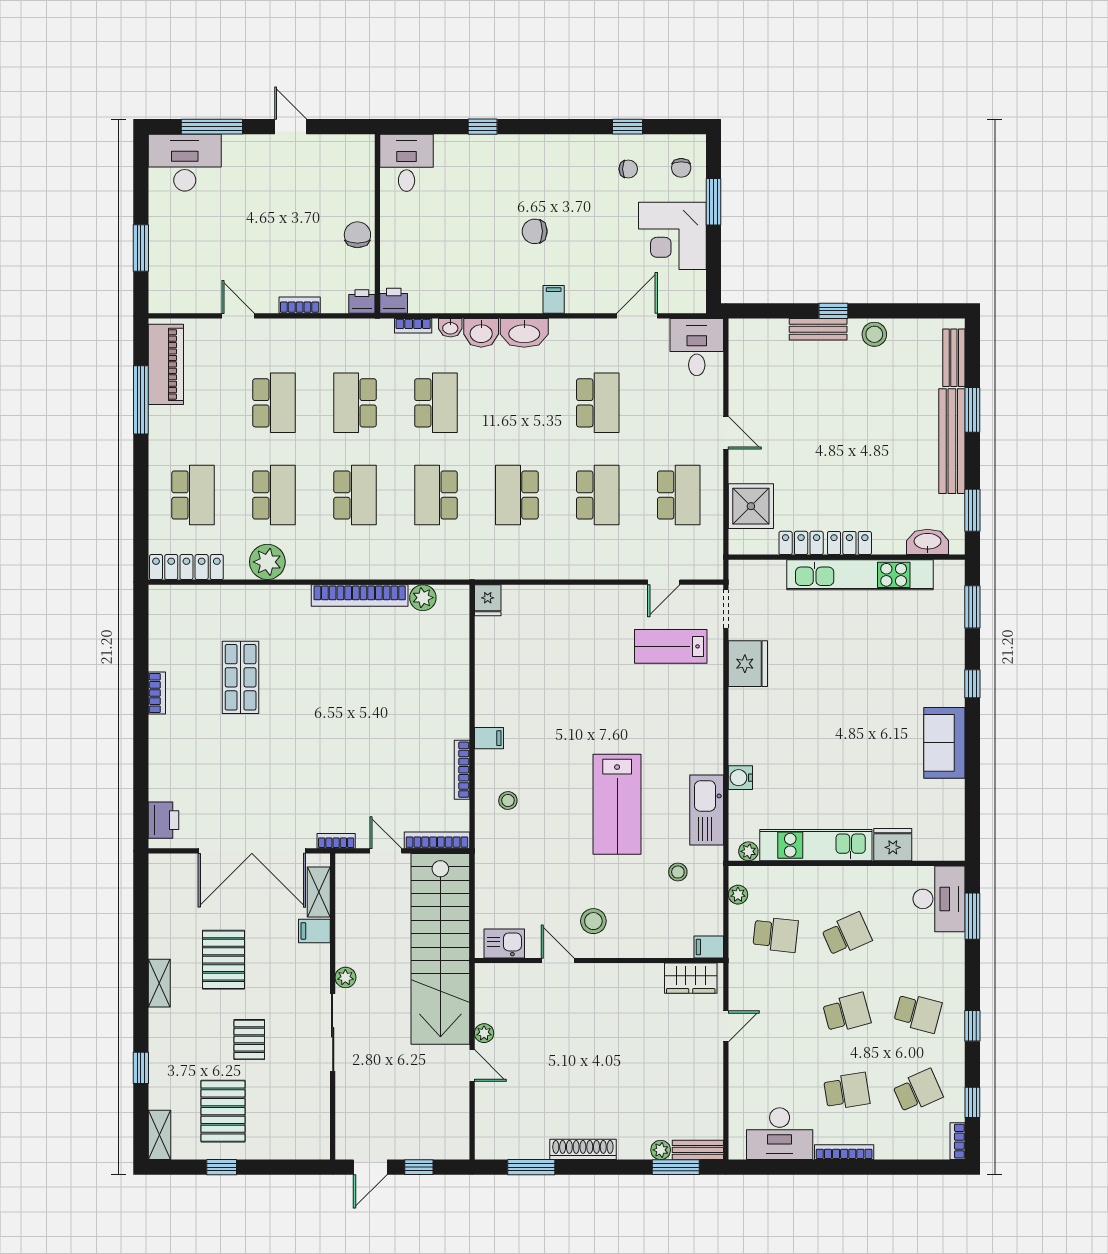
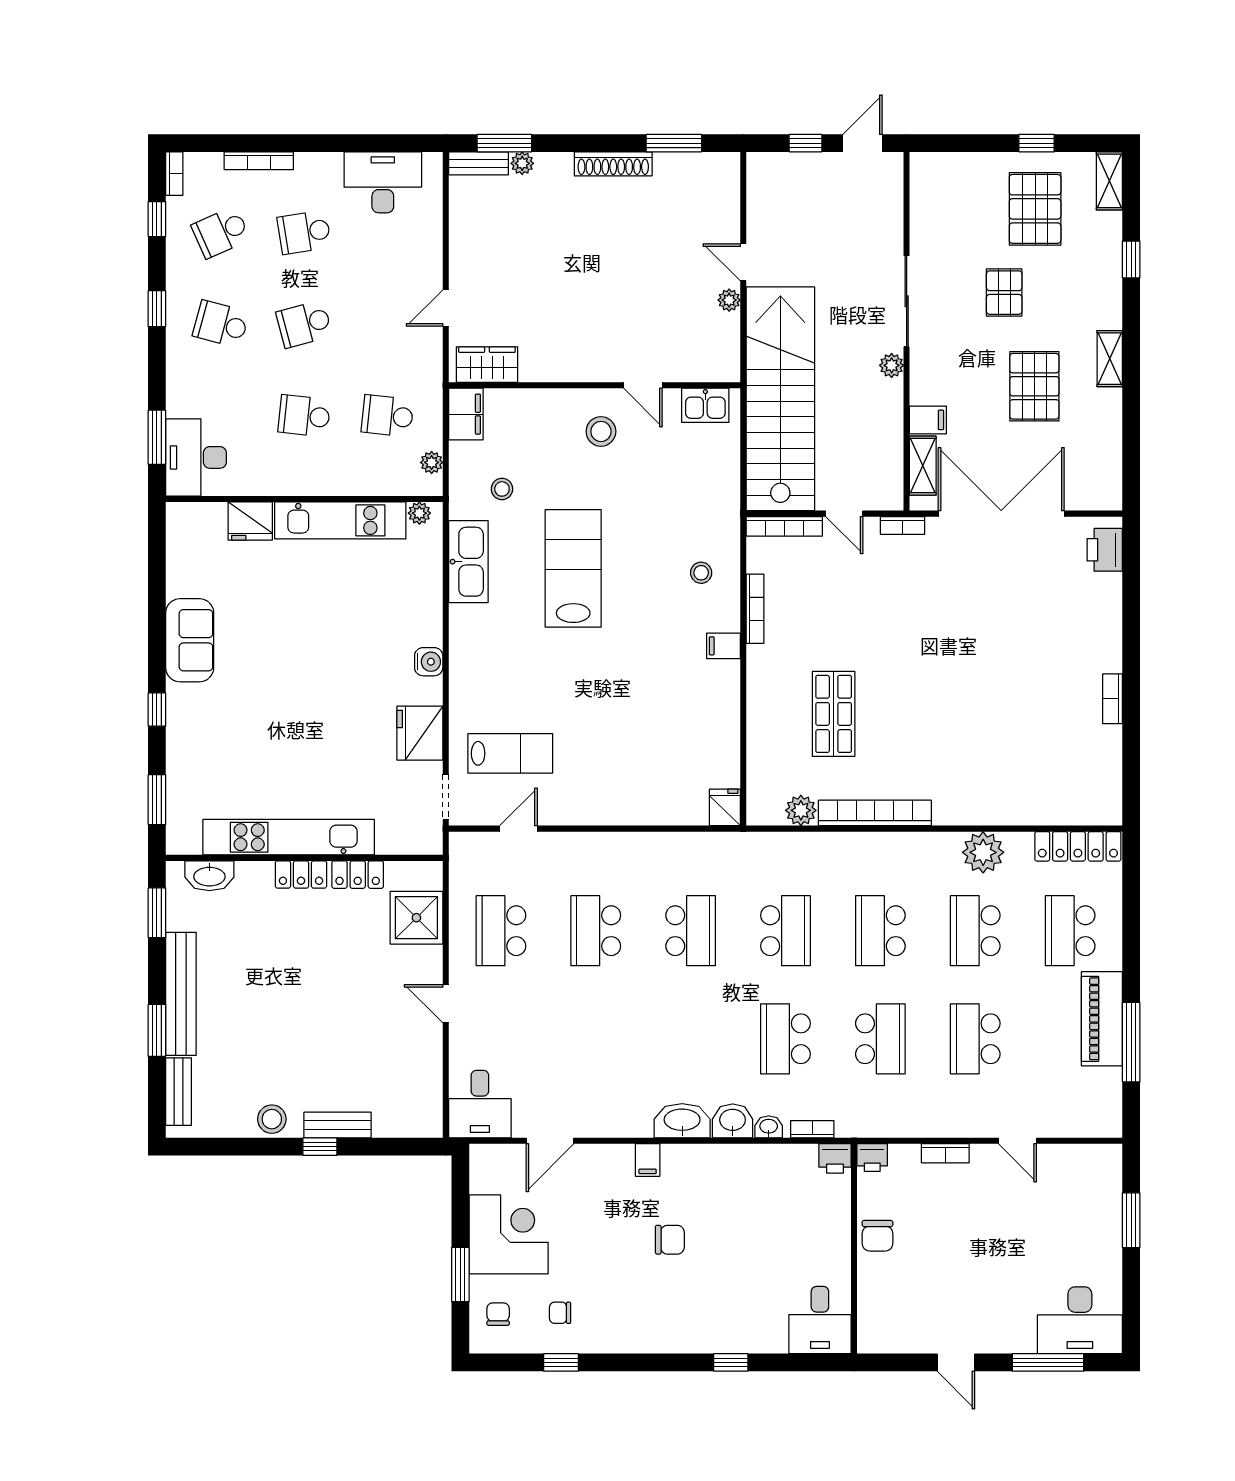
piano: (166, 364) -> (1102, 1019), moved
school desk: (598, 403) -> (596, 1039), removed
shop shelf: (241, 677) -> (834, 714), moved
water cooler: (740, 778) -> (429, 662), moved
school desk: (847, 935) -> (304, 416), turned 30
filing cabinet: (709, 947) -> (466, 414), width x2.00
bookcase: (844, 1152) -> (259, 161), moved

